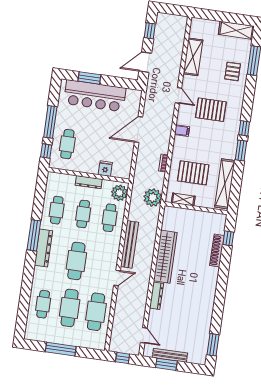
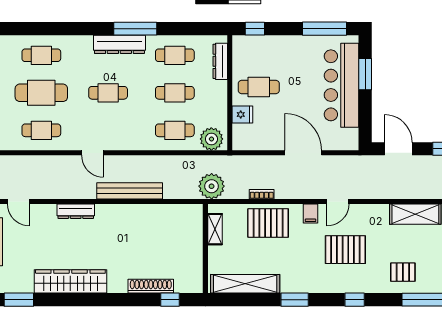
door: (178, 95) -> (338, 201), moved
pallet: (211, 110) -> (345, 250), turned 90
window: (50, 122) -> (324, 29), moved
window: (244, 128) -> (355, 300), moved
cafe table: (67, 144) -> (259, 87), moved
pallet: (193, 173) -> (268, 223), moved, turned 90
dresser: (89, 182) -> (220, 61), moved
bench: (130, 244) -> (130, 191), moved
wardrobe: (165, 257) -> (70, 281), moved, turned 180
cafe table: (76, 261) -> (108, 93), width x0.73, depth x0.74
cafe table: (96, 312) -> (41, 130), width x0.73, depth x0.74
door: (144, 335) -> (18, 201), hinge flipped

